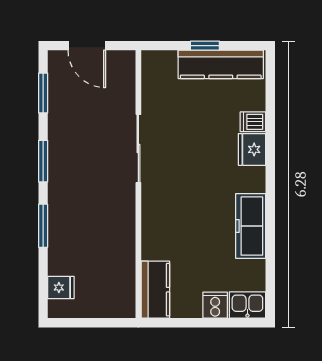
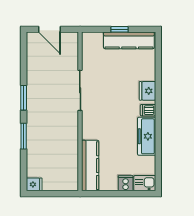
window: (43, 93) -> (24, 57), removed
dishwasher: (253, 122) -> (148, 110), moved
fridge: (61, 287) -> (34, 184), moved
kitchen counter: (155, 290) -> (90, 166), width x1.50

